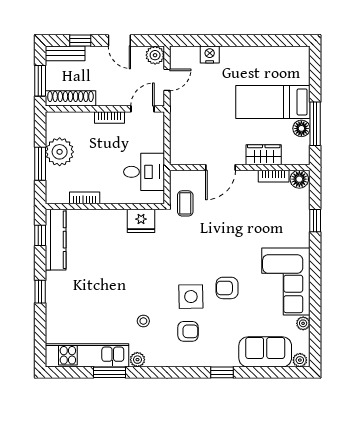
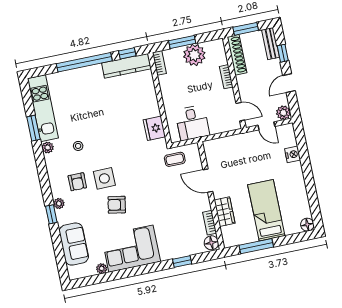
bookcase: (110, 117) -> (226, 77), moved
floor lamp: (301, 128) -> (307, 225), moved
bookcase: (85, 198) -> (159, 63), moved
armchair: (227, 288) -> (117, 205), turned -80
window: (40, 292) -> (84, 62), width x3.17
plant: (300, 360) -> (59, 204), moved

